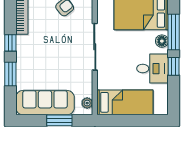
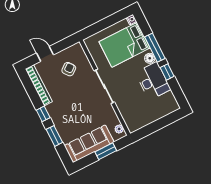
desk: (152, 69) -> (153, 81), width x1.37
bed: (125, 102) -> (146, 115), removed

